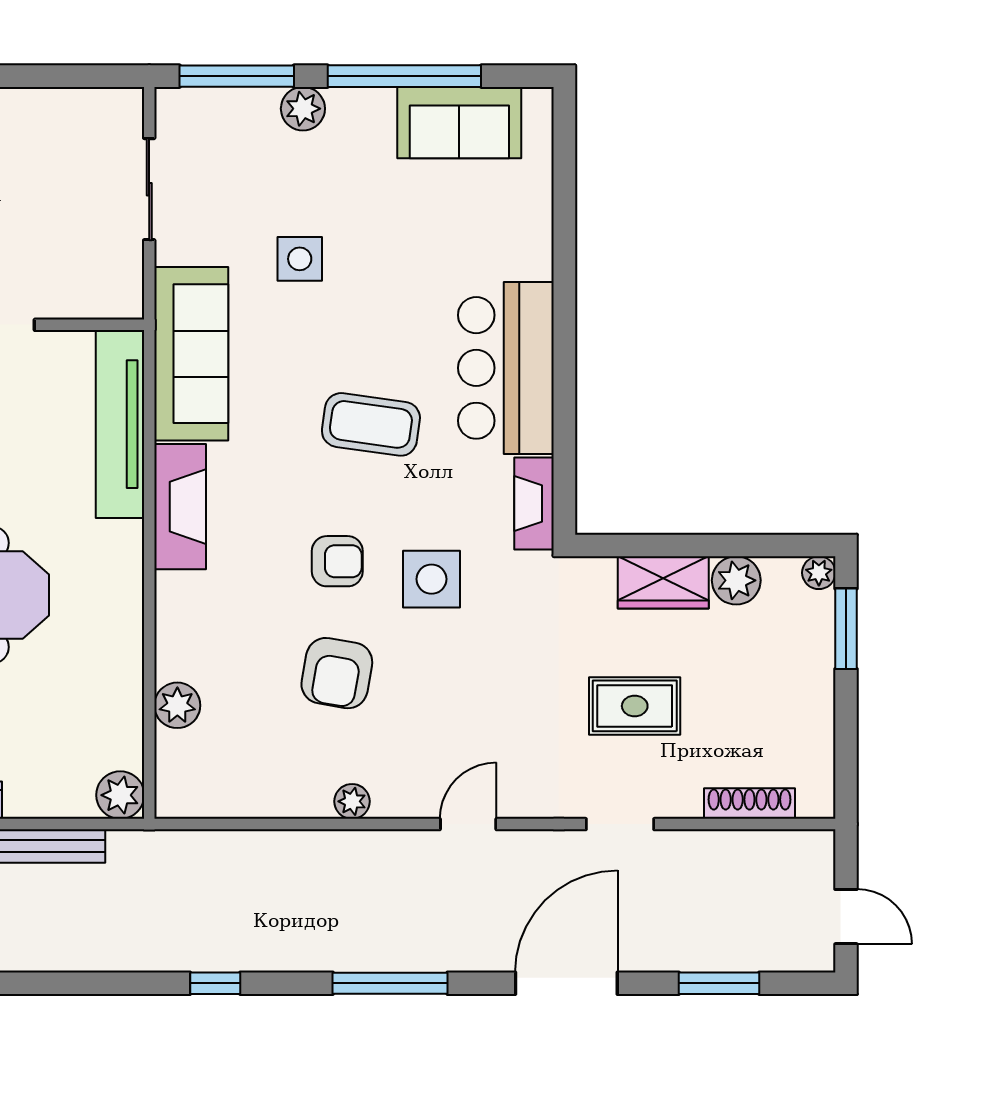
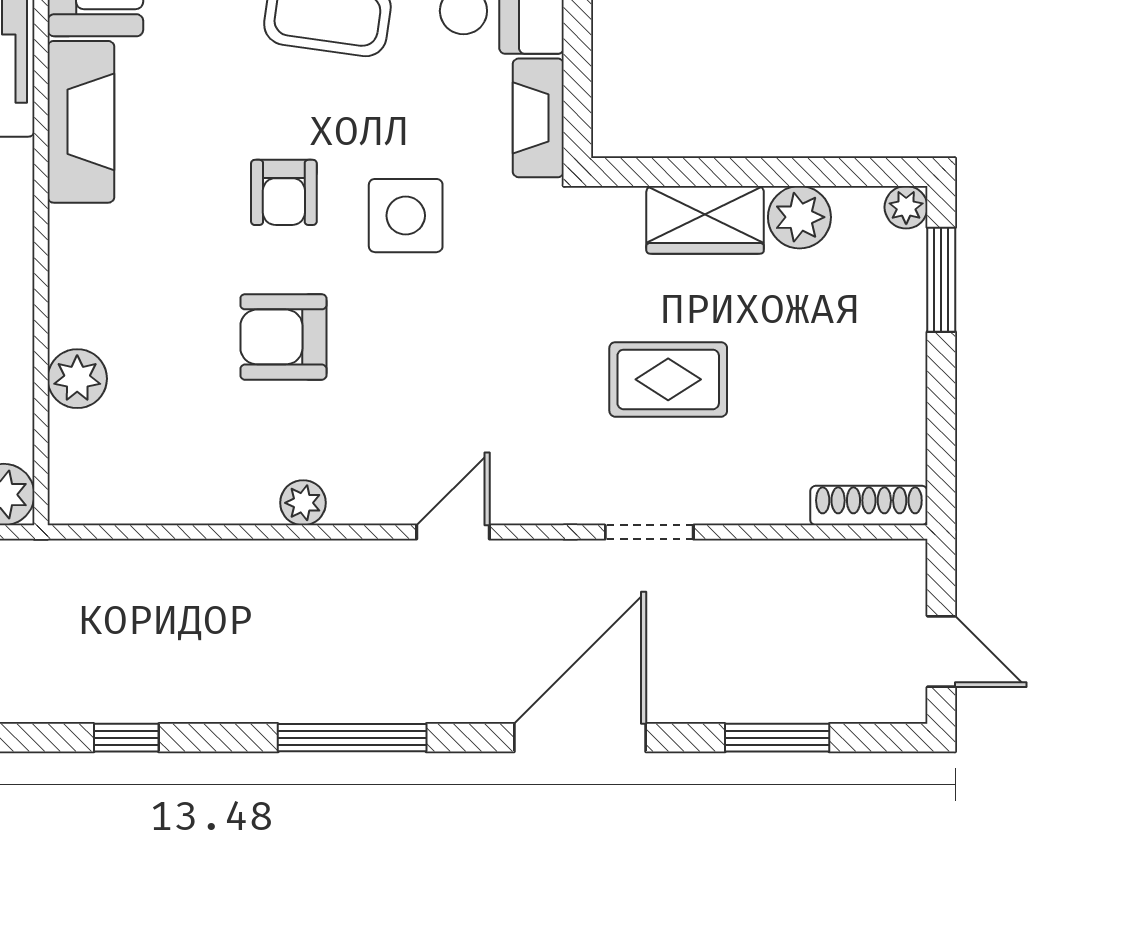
armchair: (337, 561) -> (284, 192), turned 90
armchair: (337, 673) -> (283, 337), turned 80
shoe rack: (749, 804) -> (869, 505), moved

